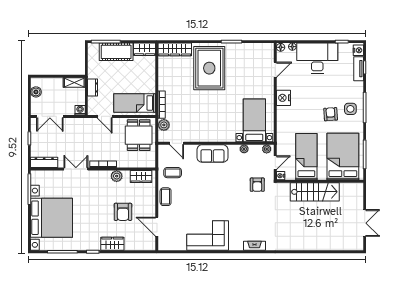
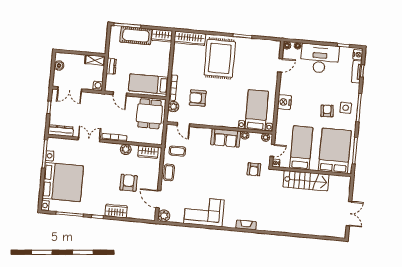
nightstand: (284, 98) -> (284, 102), moved
armchair: (189, 113) -> (198, 98), added
sofa: (212, 154) -> (226, 138), moved
armchair: (123, 212) -> (129, 183), turned 180
plant: (164, 244) -> (164, 216), added

